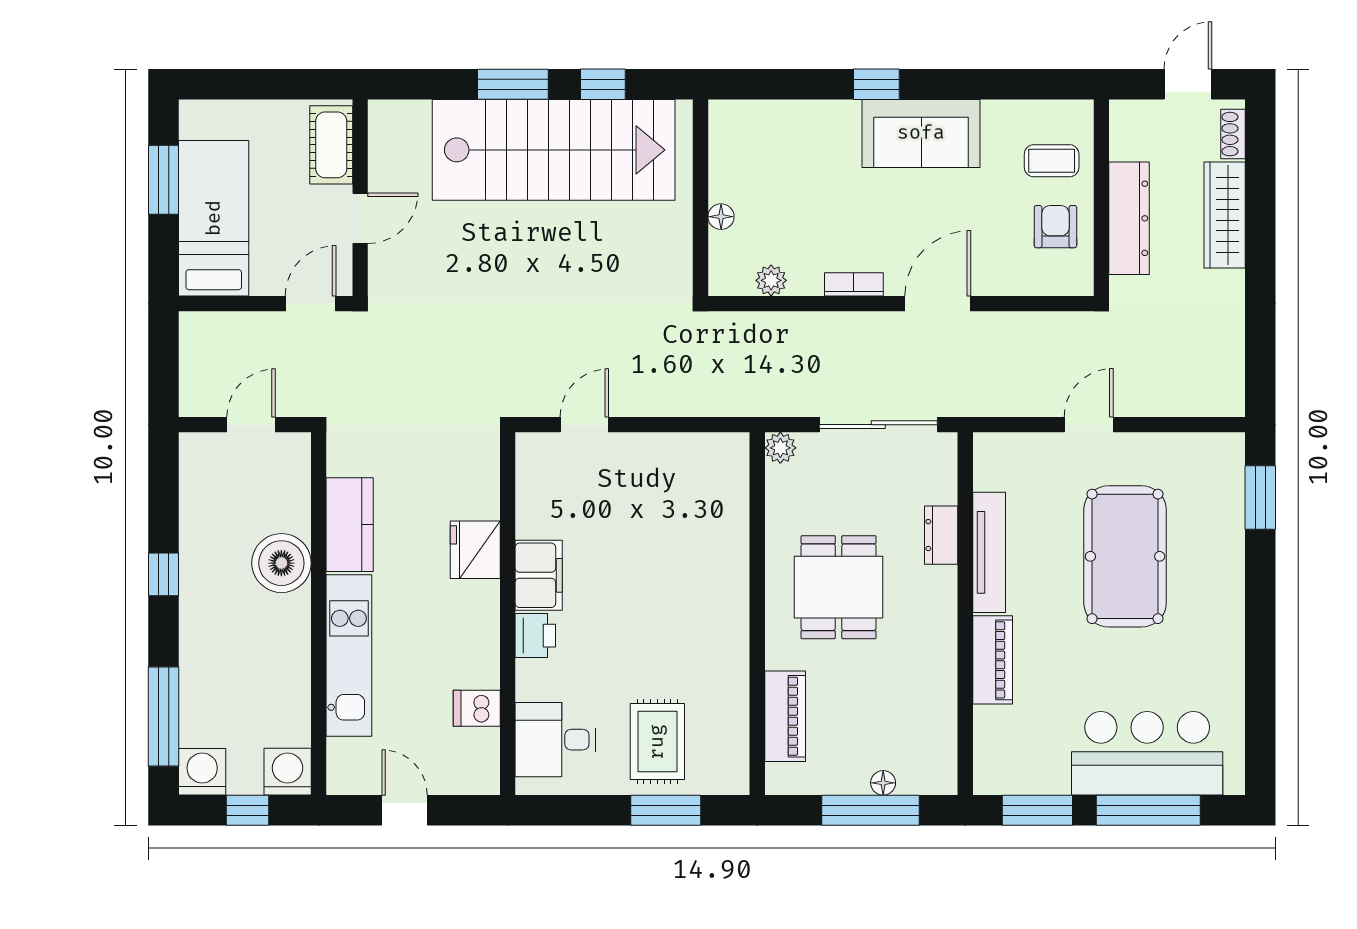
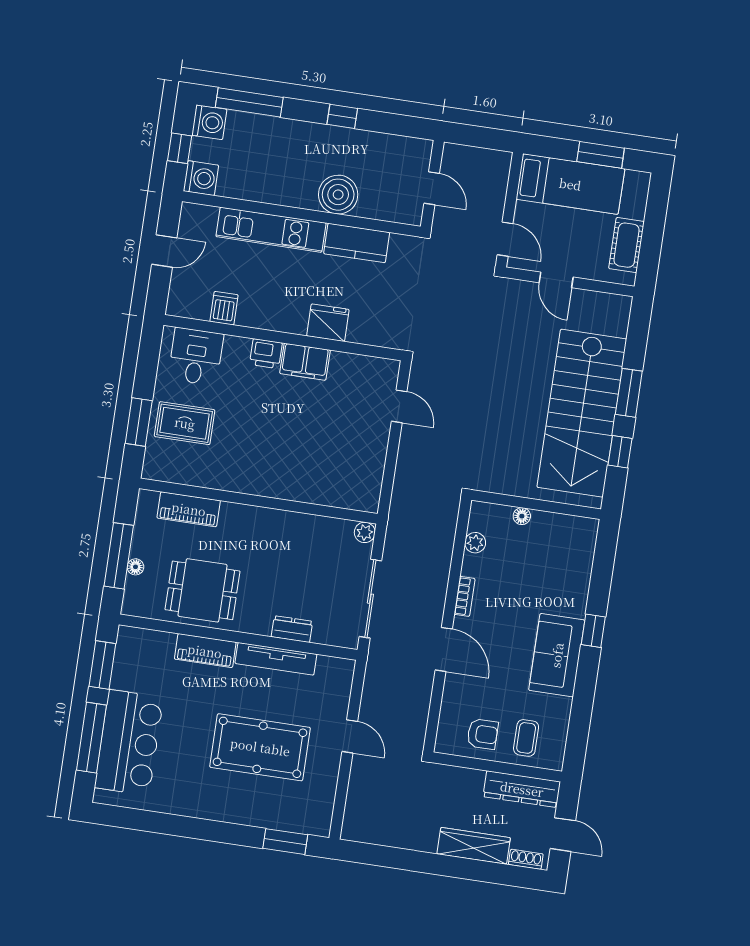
cot: (331, 145) -> (626, 245), moved, turned 90
dresser: (1129, 218) -> (522, 789), moved
dining table: (839, 587) -> (203, 590), moved

